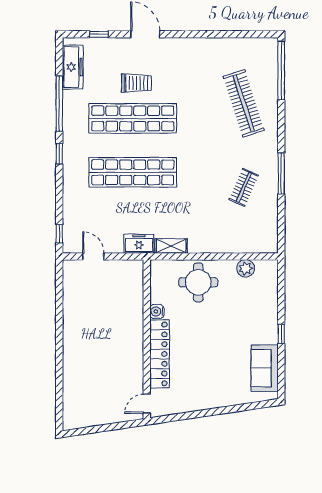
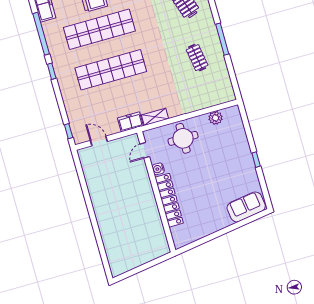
clothes rail: (244, 187) -> (197, 58), turned -33
sofa: (265, 368) -> (246, 207), moved, turned 82
door: (147, 404) -> (145, 150), moved

